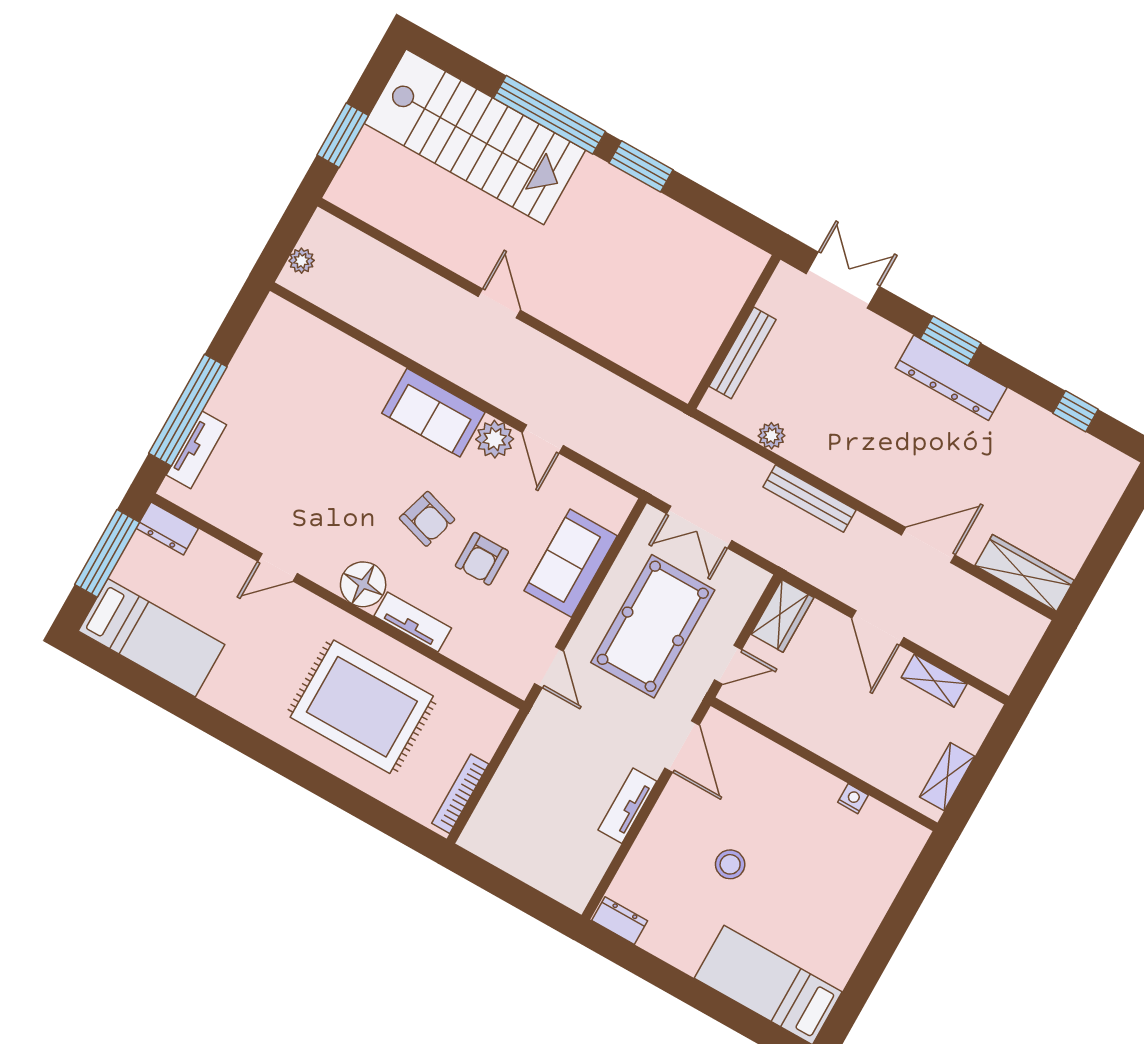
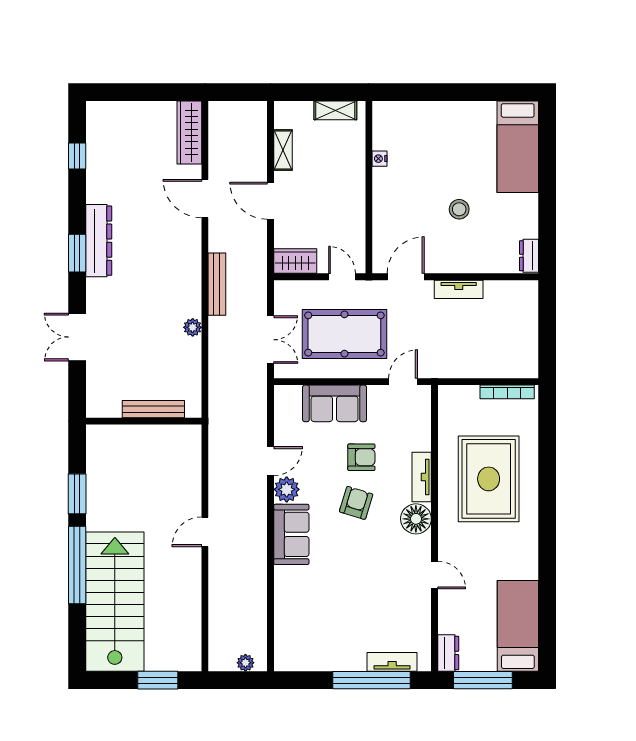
wall: (734, 332) -> (144, 421), moved
bench: (743, 353) -> (153, 409), moved
door: (878, 628) -> (271, 201), swing flipped

